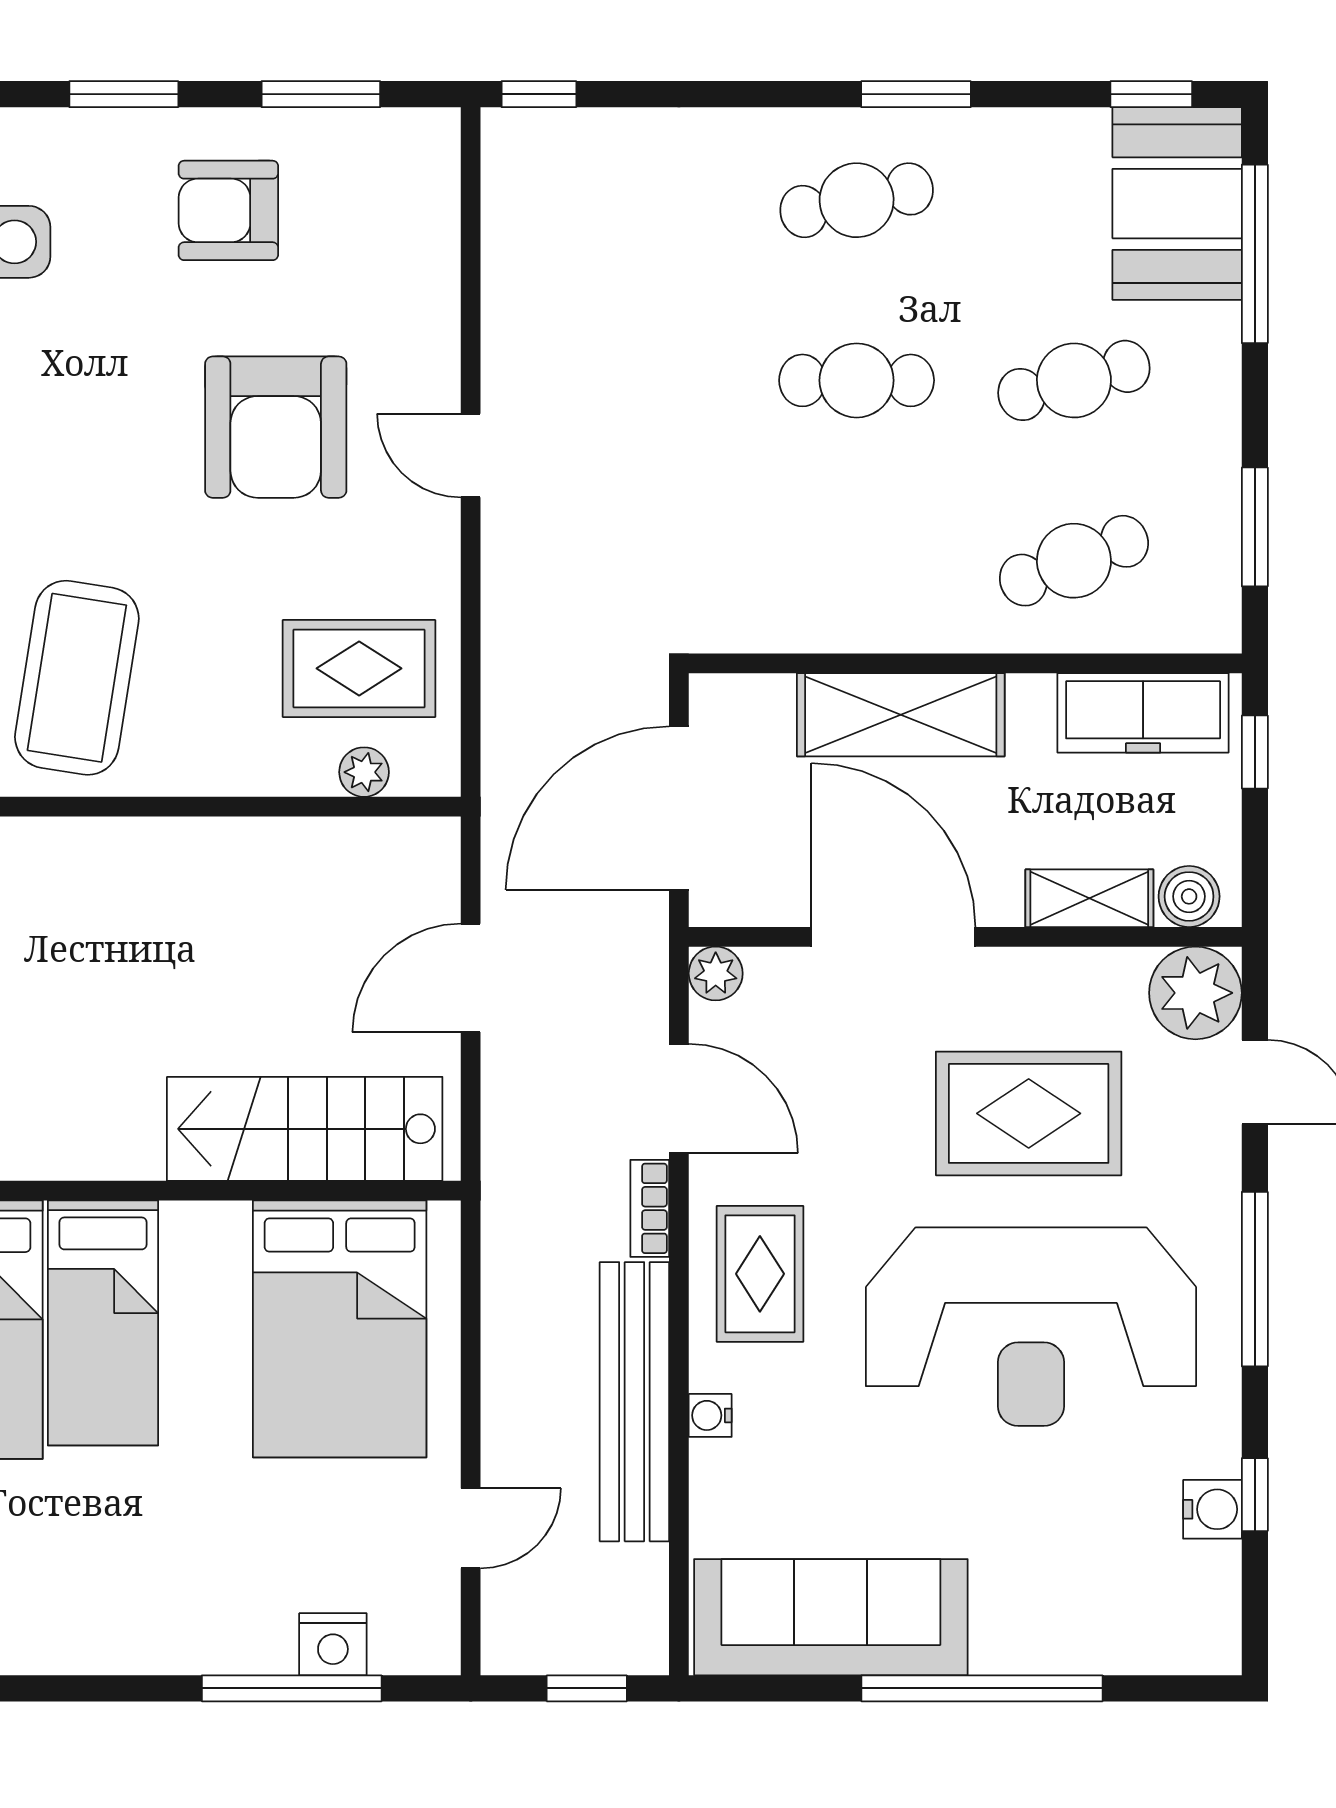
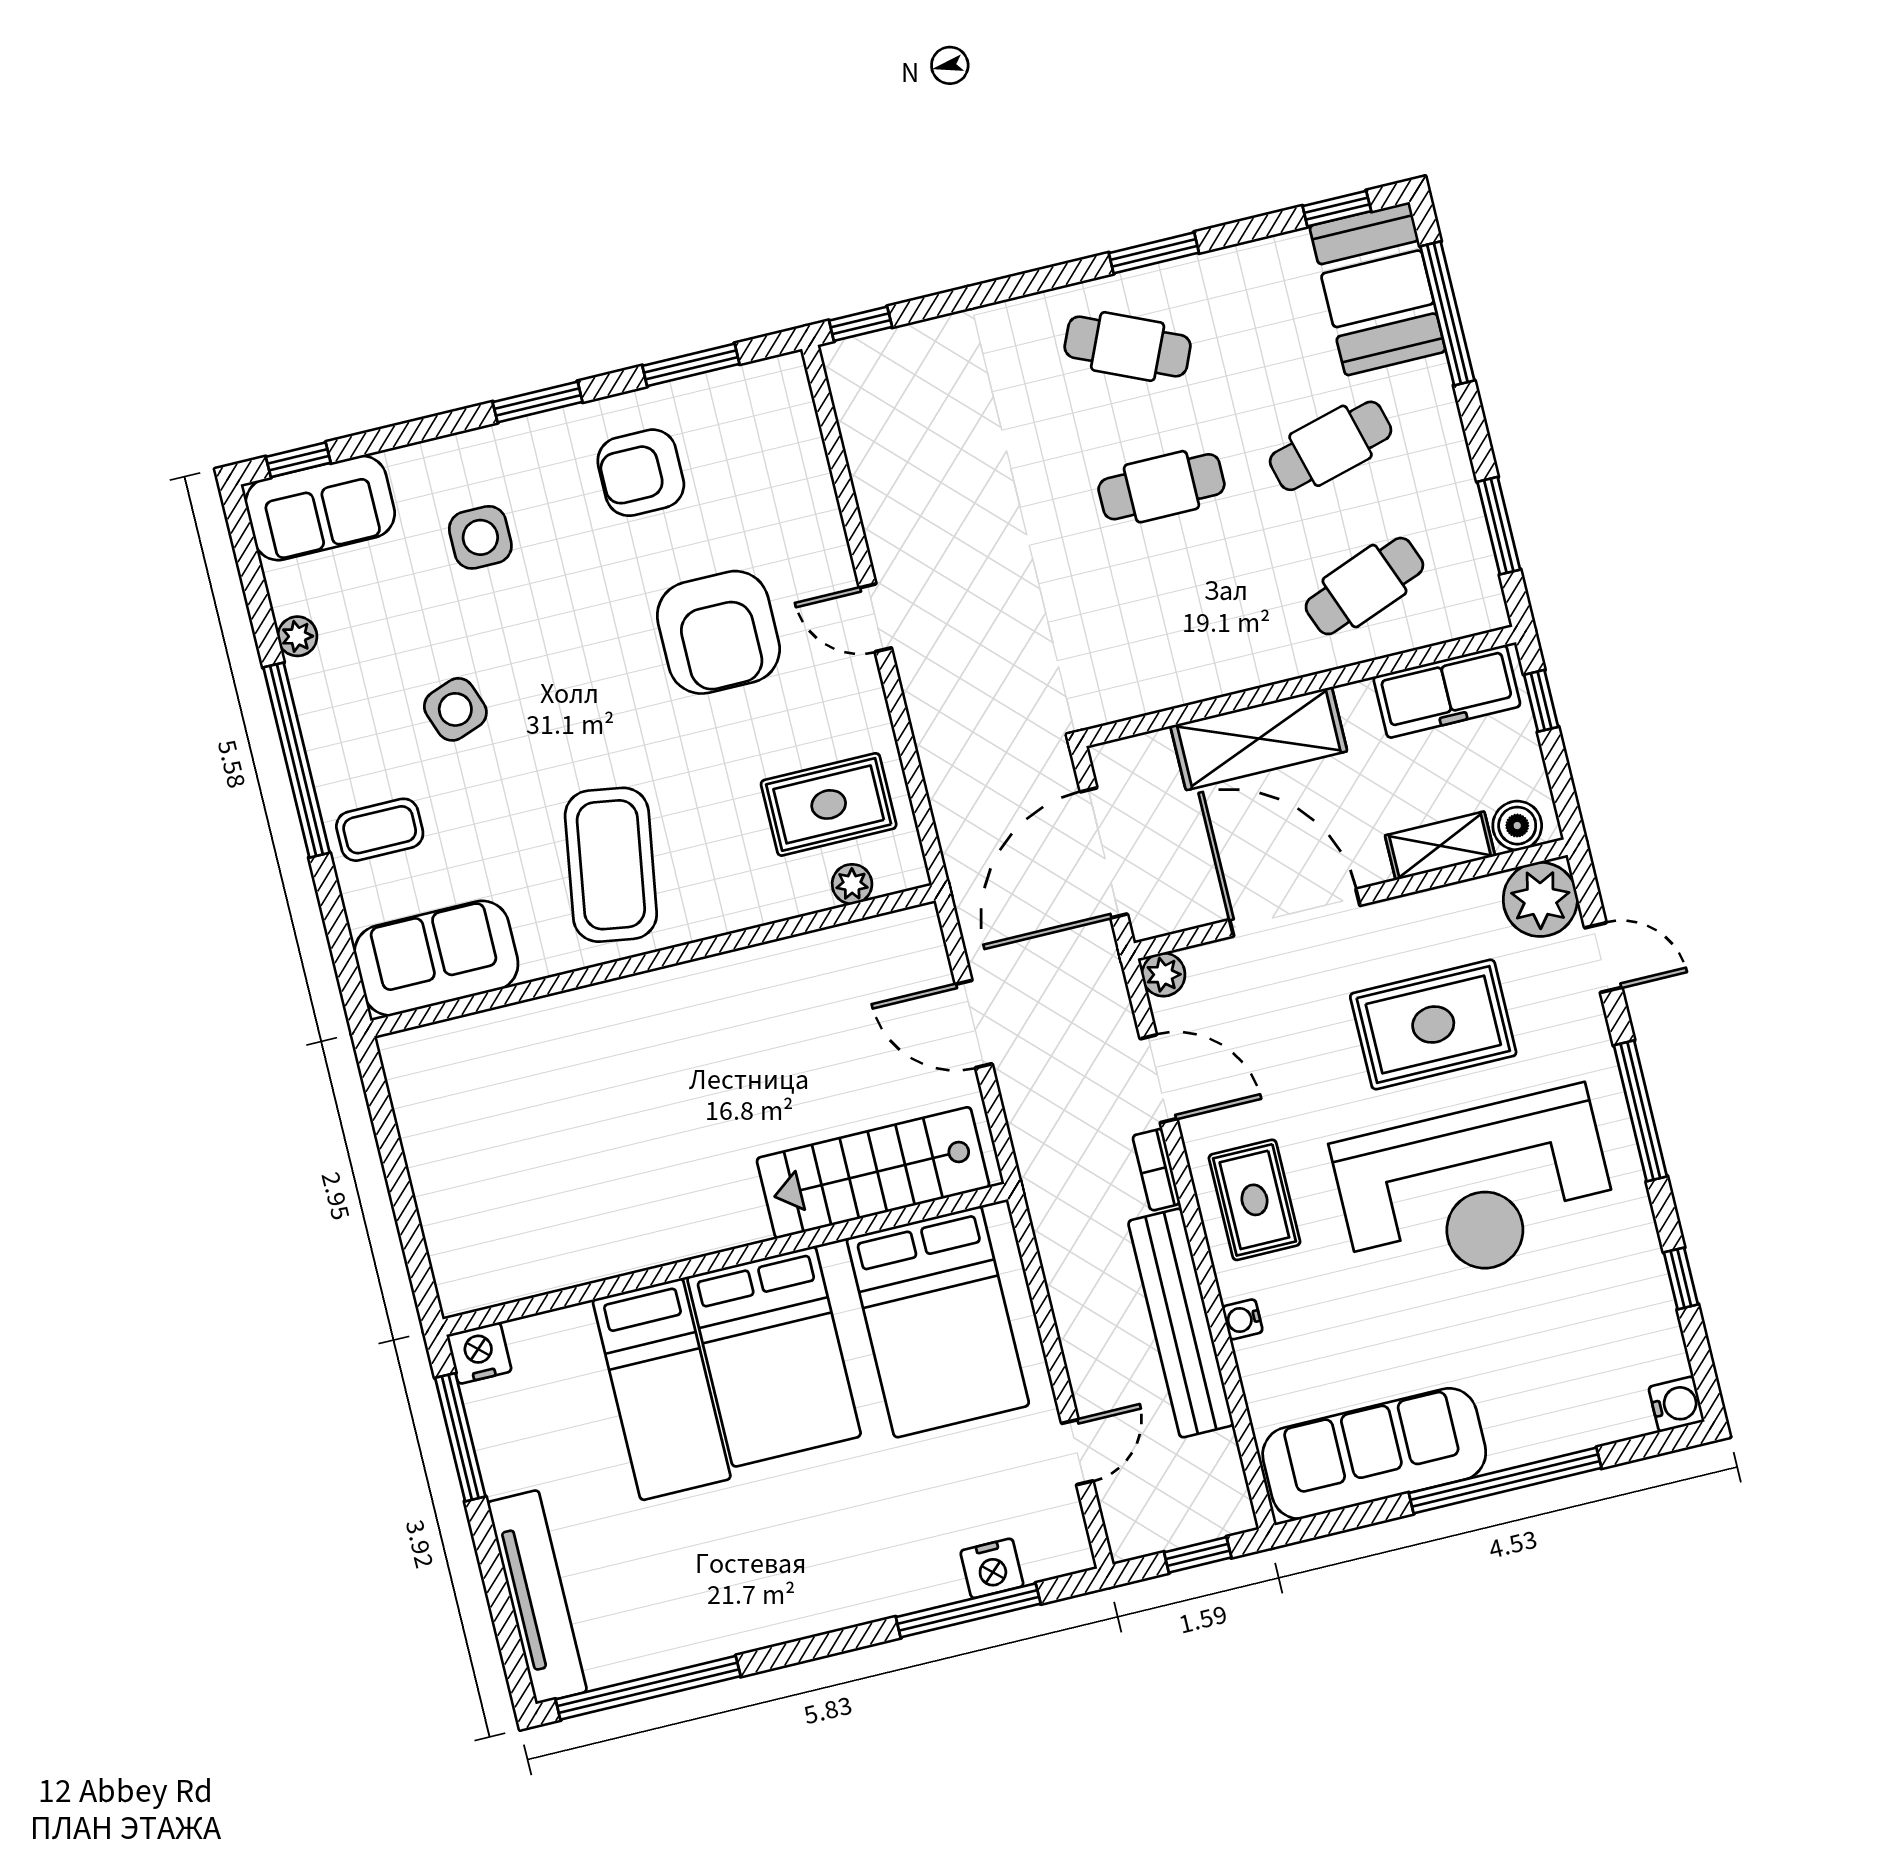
cafe table: (857, 200) -> (1128, 347), turned 36
door: (471, 978) -> (974, 1024), hinge flipped
bed: (103, 1323) -> (774, 1356), width x1.50
water cooler: (1212, 1509) -> (1676, 1404), moved

